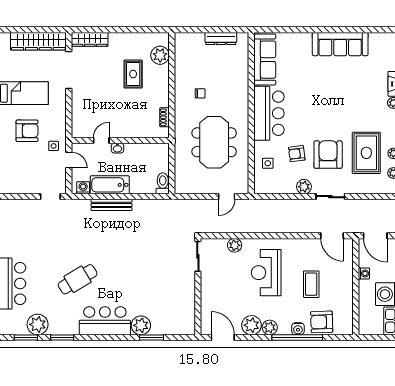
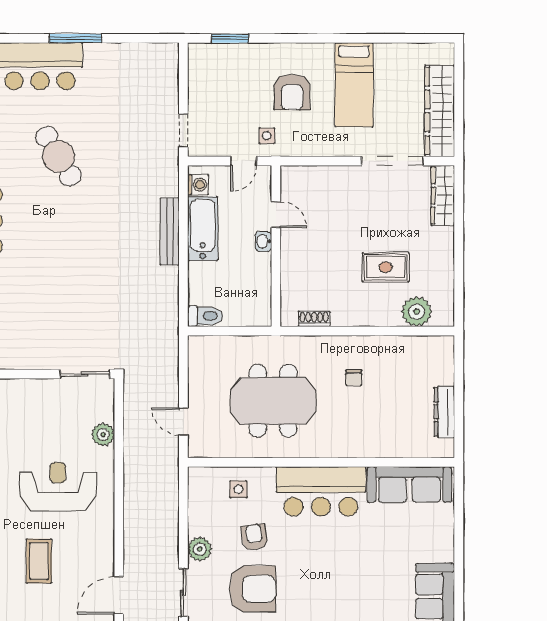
cafe table: (78, 279) -> (59, 156), moved
coffee table: (311, 284) -> (39, 561), turned 90

